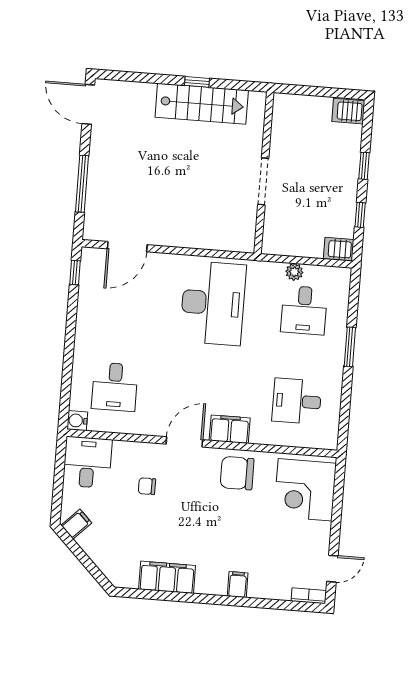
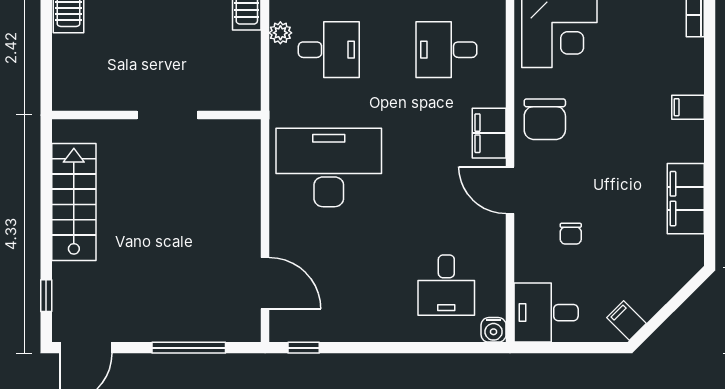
window: (197, 82) -> (46, 296), moved
plant: (294, 272) -> (280, 33), moved
desk: (115, 387) -> (446, 285), turned 90
desk: (297, 401) -> (446, 50), turned 90

